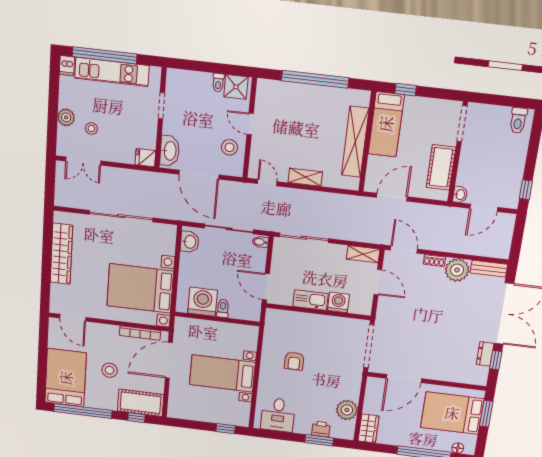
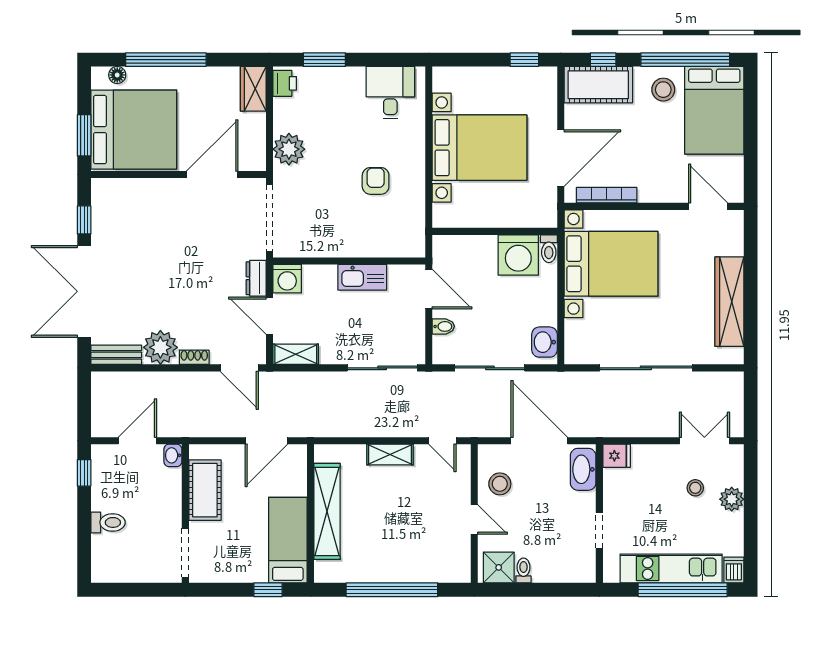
toilet: (518, 120) -> (108, 522), moved, turned 90
bidet: (260, 242) -> (443, 326), moved
washing machine: (338, 302) -> (287, 279), moved
toilet: (223, 308) -> (549, 249), moved
dresser: (485, 354) -> (256, 278), moved, turned 180
stool: (110, 370) -> (663, 90), moved
bed with nightstands: (222, 373) -> (480, 148), width x1.36
plant: (347, 410) -> (289, 149), moved
bed: (452, 413) -> (134, 130), width x1.36
window: (226, 429) -> (524, 60), moved
printer: (321, 429) -> (285, 83), moved, turned -90

